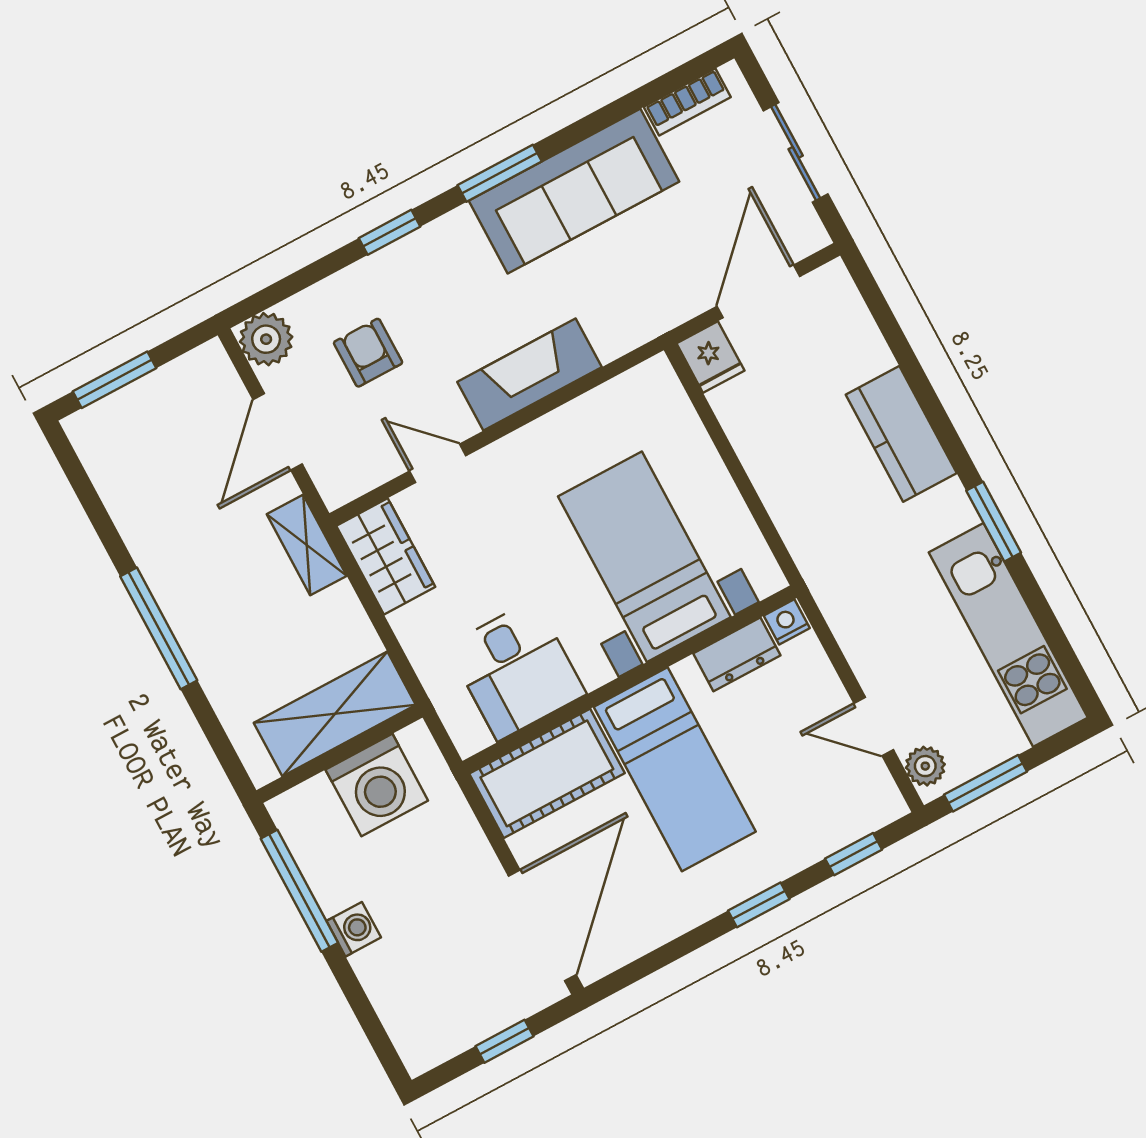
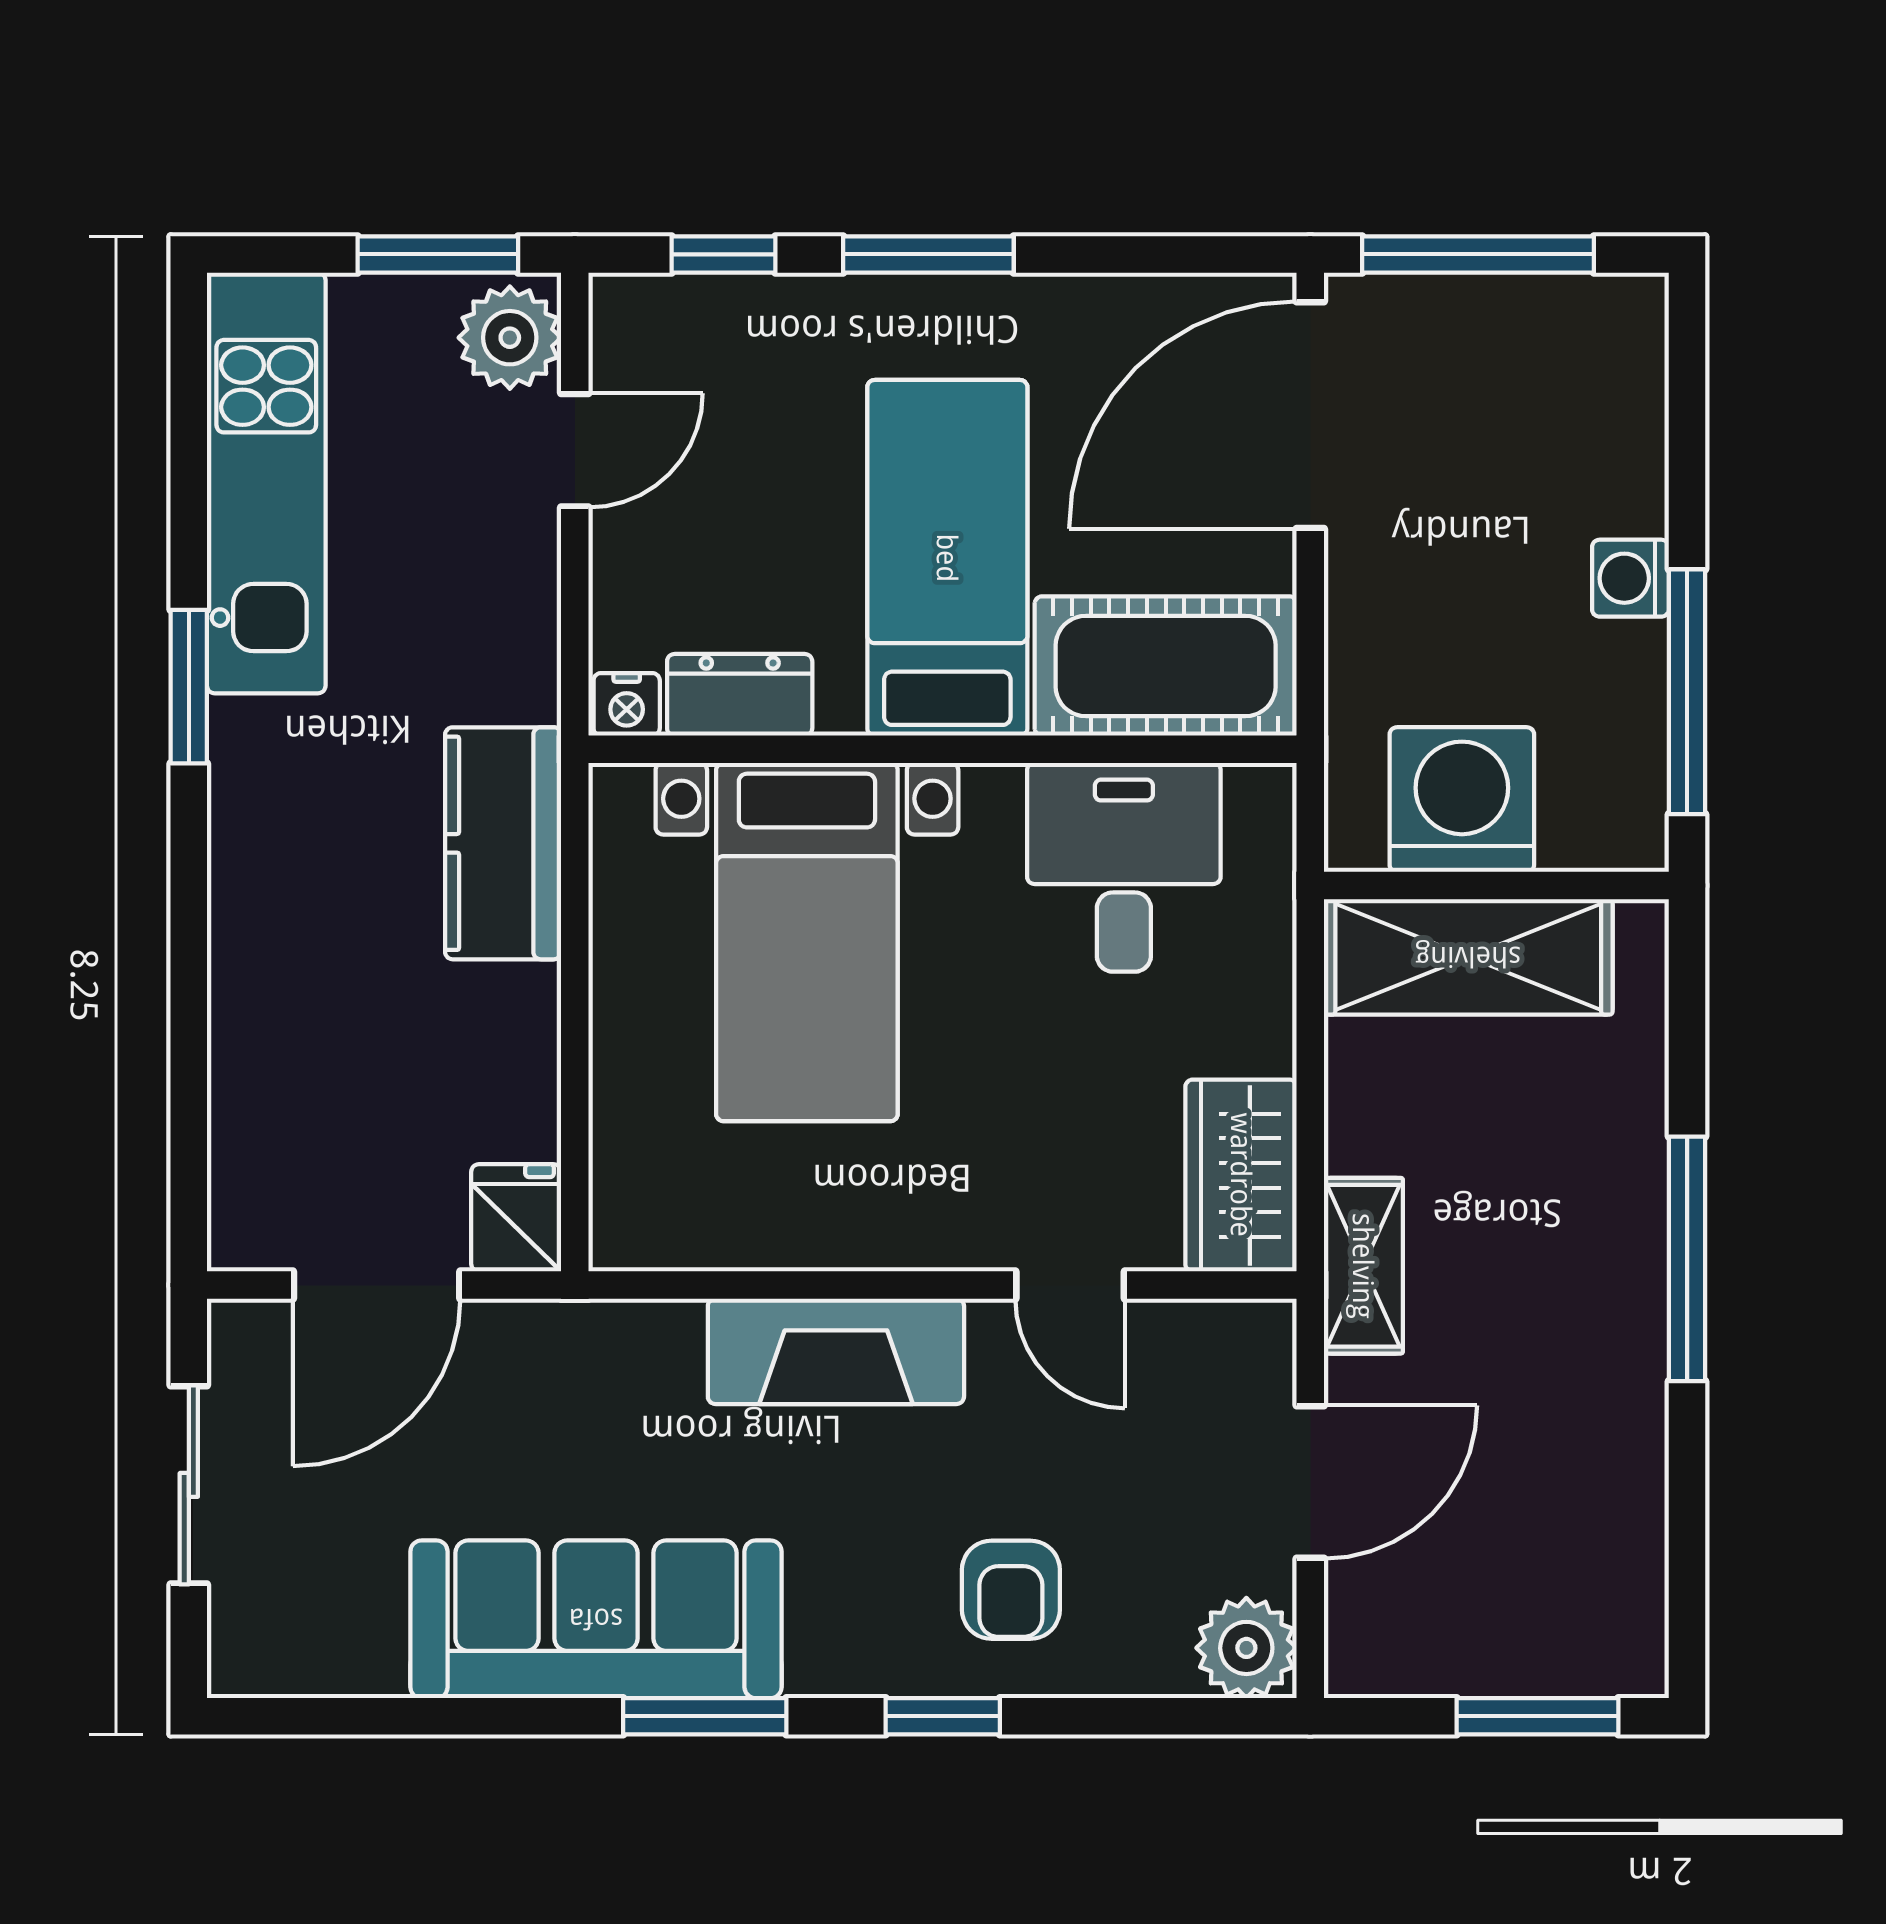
bookcase: (687, 102) -> (325, 1667), removed
armchair: (368, 353) -> (1011, 1590), moved
kitchen counter: (901, 434) -> (503, 843), moved, turned 180
door: (874, 727) -> (575, 450), hinge flipped
plant: (925, 766) -> (510, 338), width x1.38, depth x1.38
window: (759, 905) -> (928, 254), width x1.50
window: (505, 1041) -> (1478, 254), width x2.17

